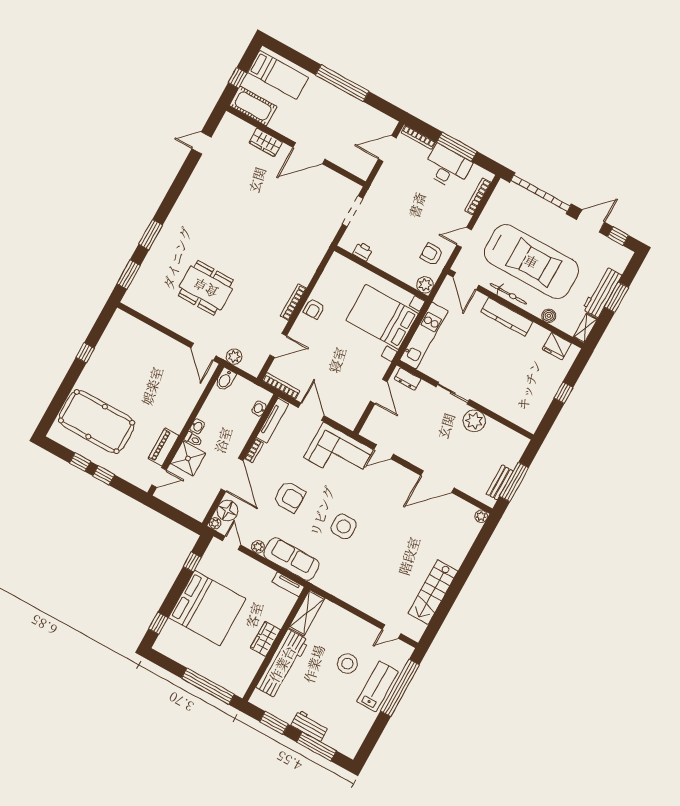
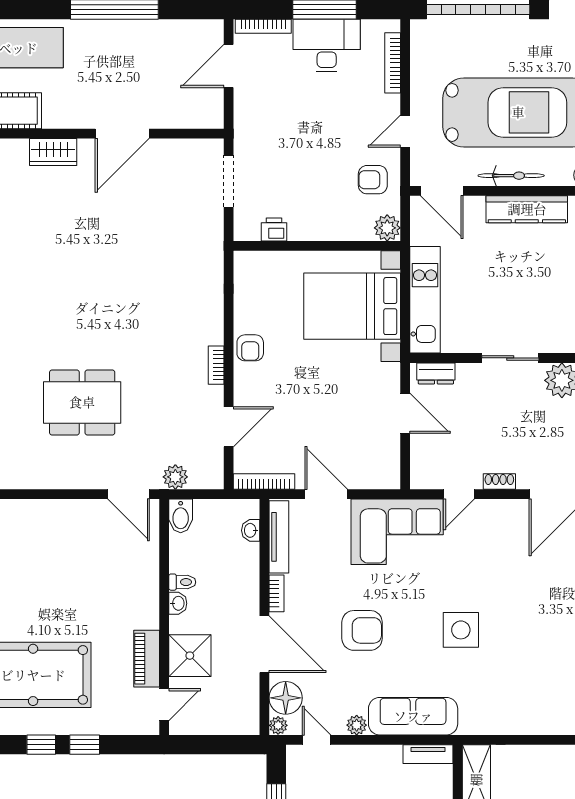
bookcase: (293, 302) -> (216, 365), width x0.64
toilet: (193, 439) -> (182, 582), moved
shoe rack: (409, 457) -> (499, 481), added

